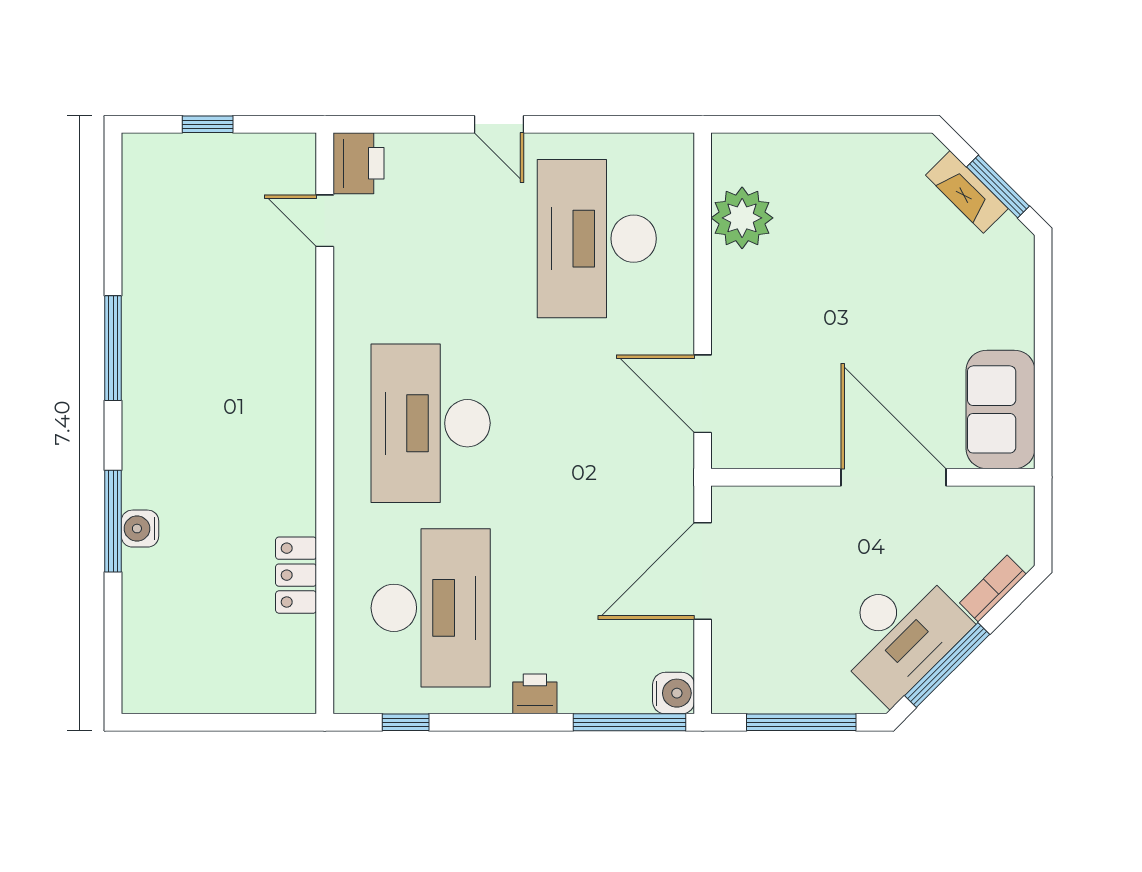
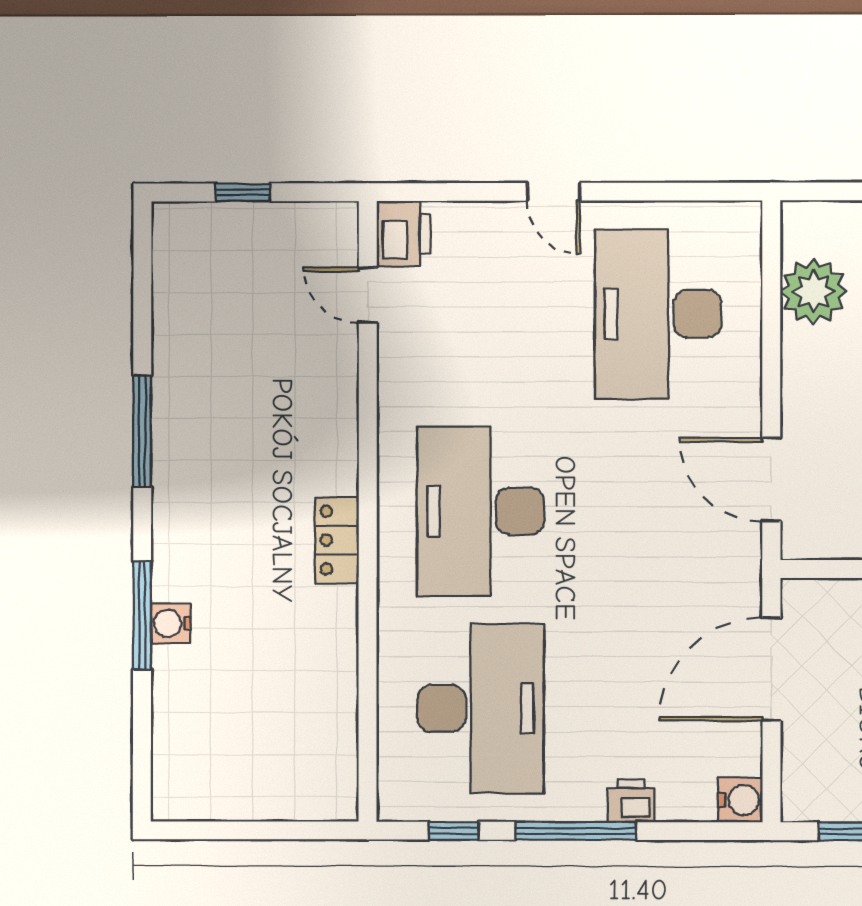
locker: (296, 575) -> (337, 540), moved
printer: (535, 694) -> (631, 801), moved
window: (630, 722) -> (575, 831), moved

